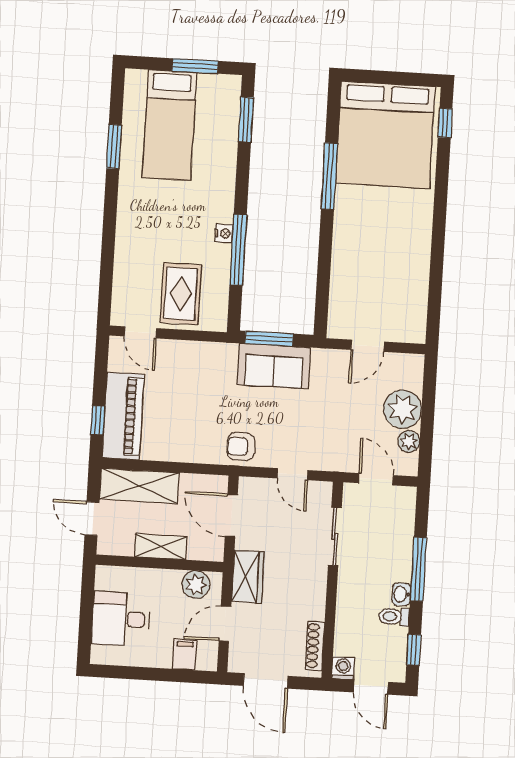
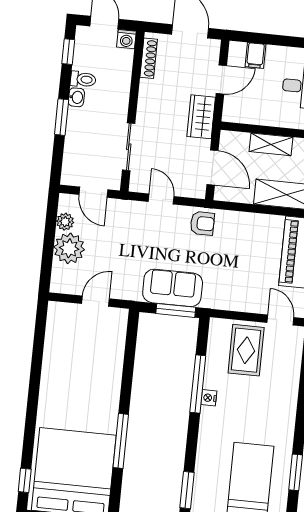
window: (418, 569) -> (62, 117), width x0.69
plant: (196, 585) -> (244, 112), removed

